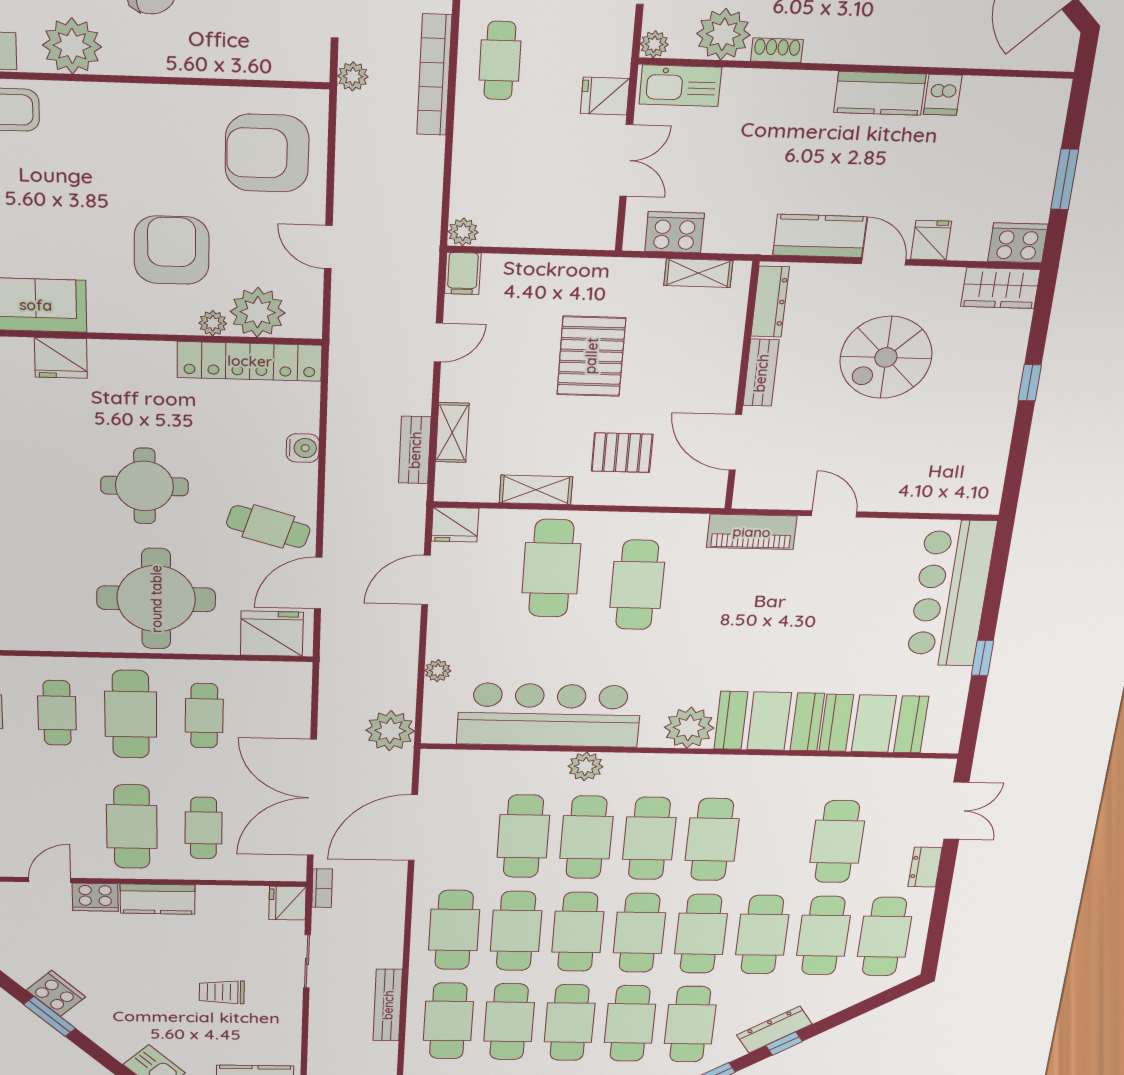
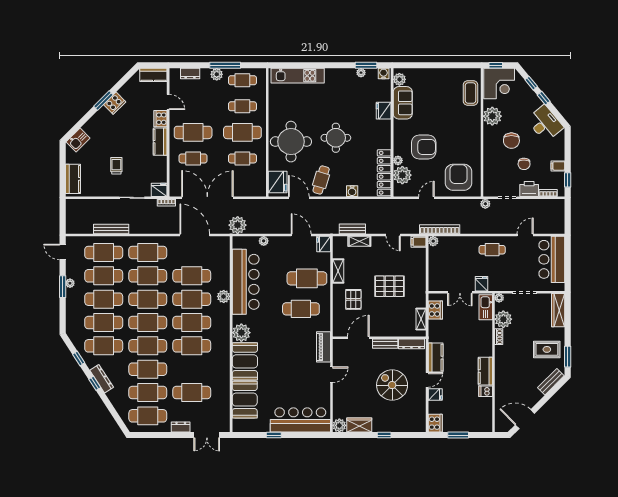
bookcase: (434, 75) -> (440, 229), moved
wardrobe: (1000, 288) -> (359, 425), moved, turned 90
plant: (982, 498) -> (339, 425), added

